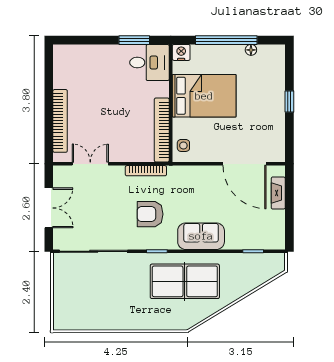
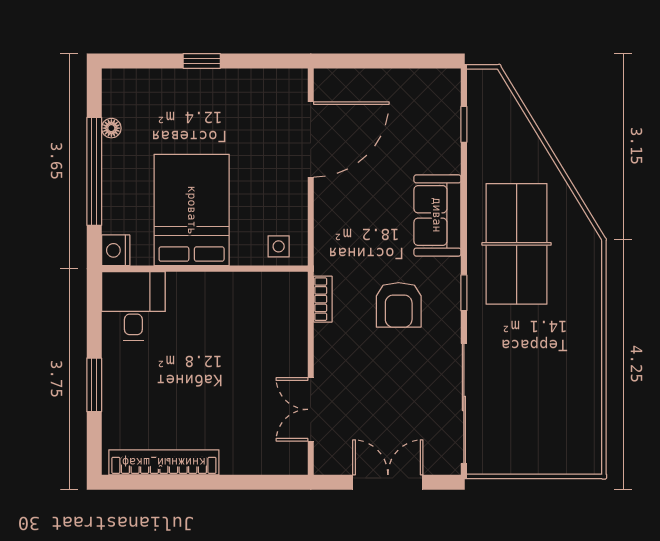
window: (134, 40) -> (94, 385), moved
bookcase: (60, 121) -> (164, 462), moved
bookcase: (162, 130) -> (252, 284), removed
bookcase: (146, 171) -> (323, 299), width x0.64
fireplace: (278, 193) -> (362, 80), removed

